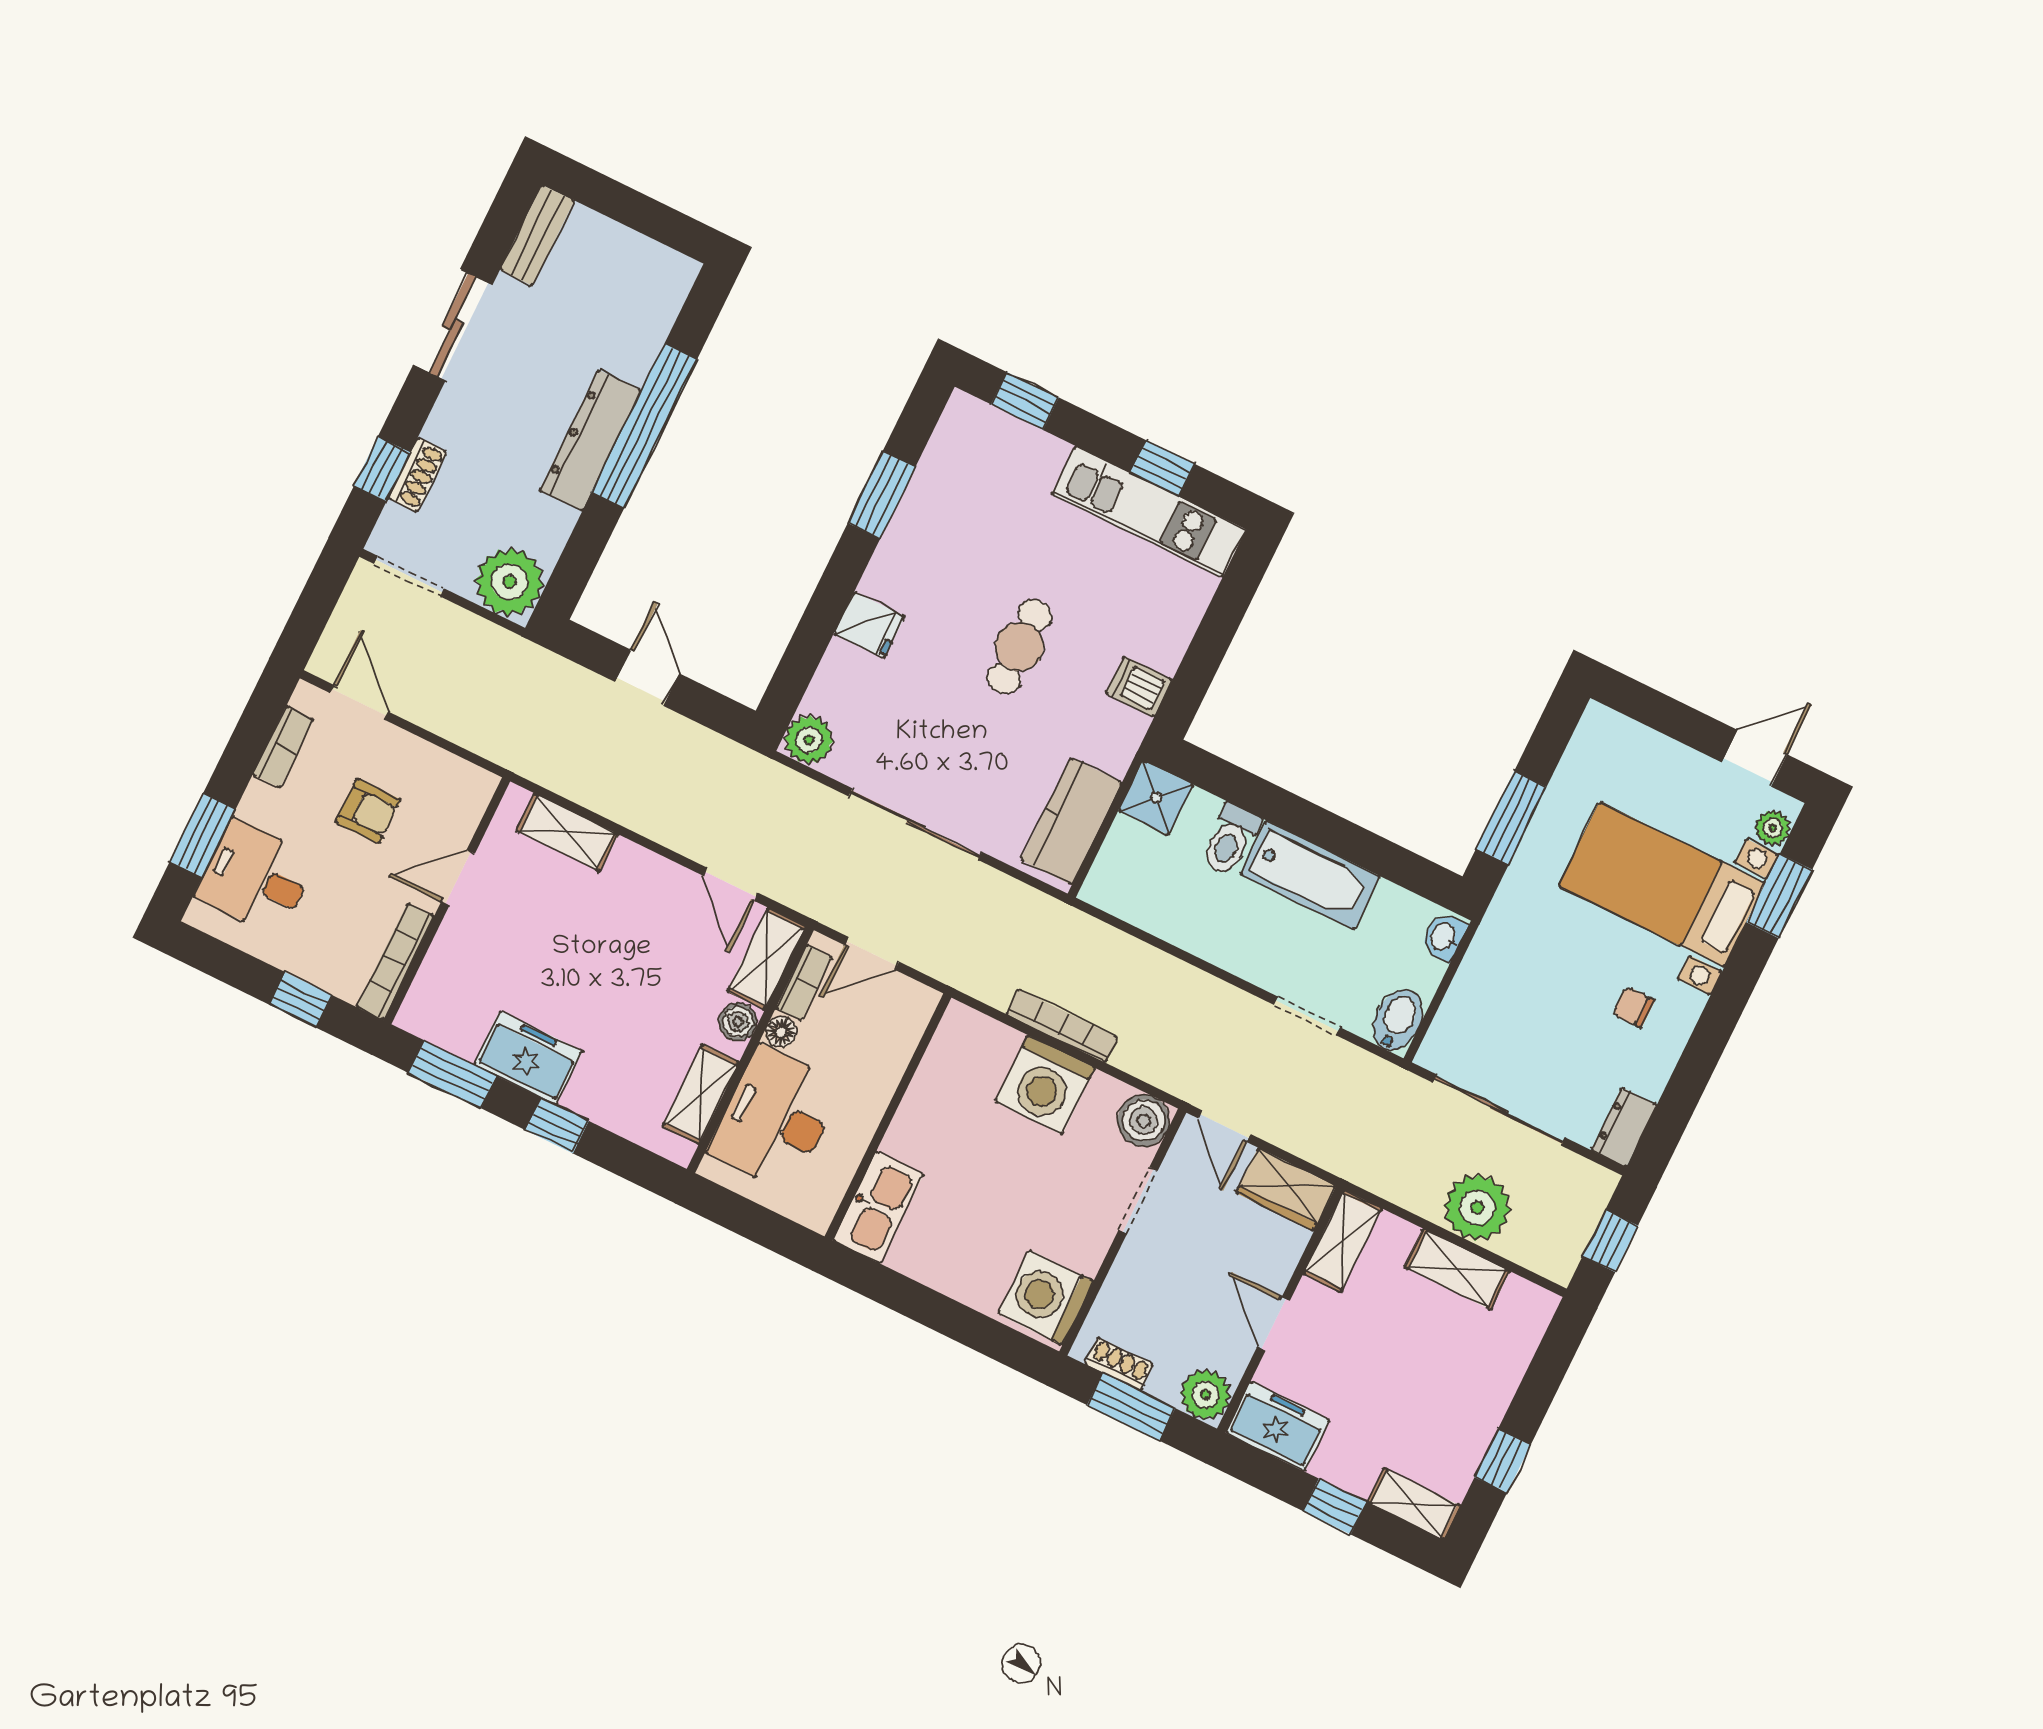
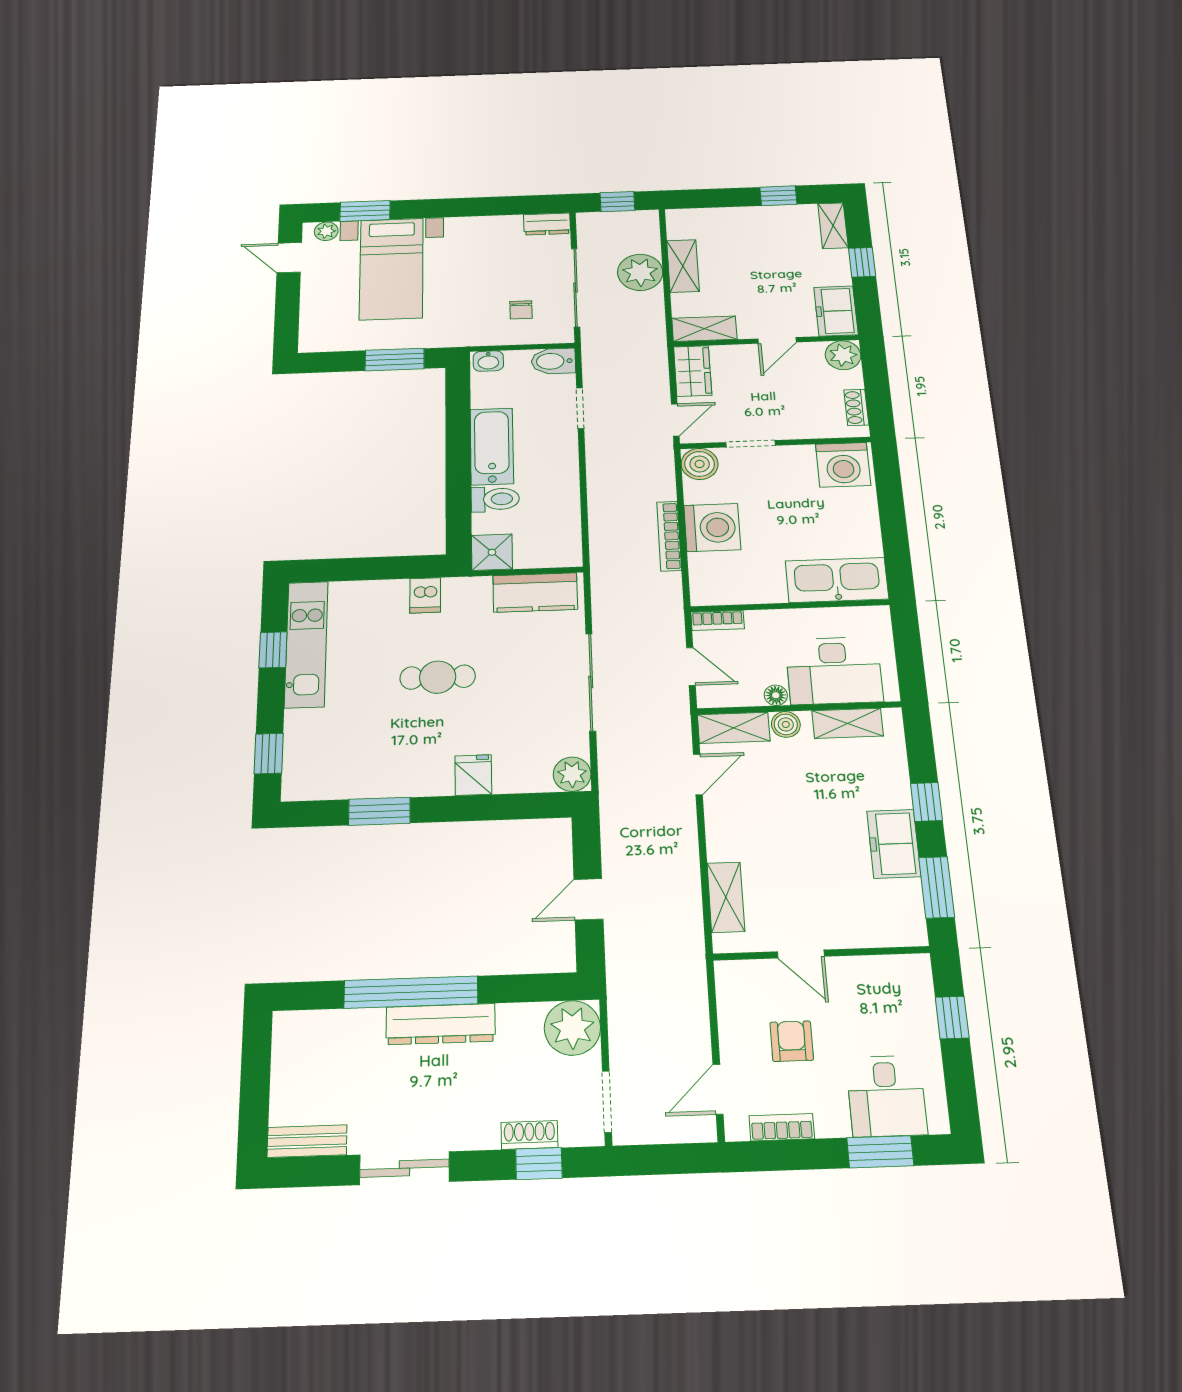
bookcase: (395, 962) -> (885, 966), removed
bookcase: (804, 983) -> (718, 621), moved, turned 180
chair: (1634, 1007) -> (521, 310), moved
kitchen sink: (878, 1207) -> (837, 580), width x1.36, depth x1.24
window: (1131, 1407) -> (877, 389), removed

